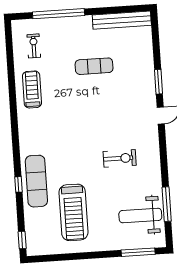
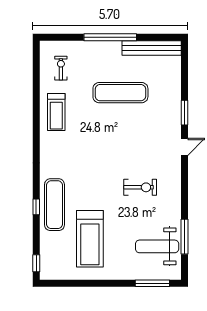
window: (59, 14) -> (110, 37), moved
exercise mat: (94, 66) -> (120, 93), width x1.36, depth x1.45
treadmill: (32, 89) -> (56, 112), turned 180

